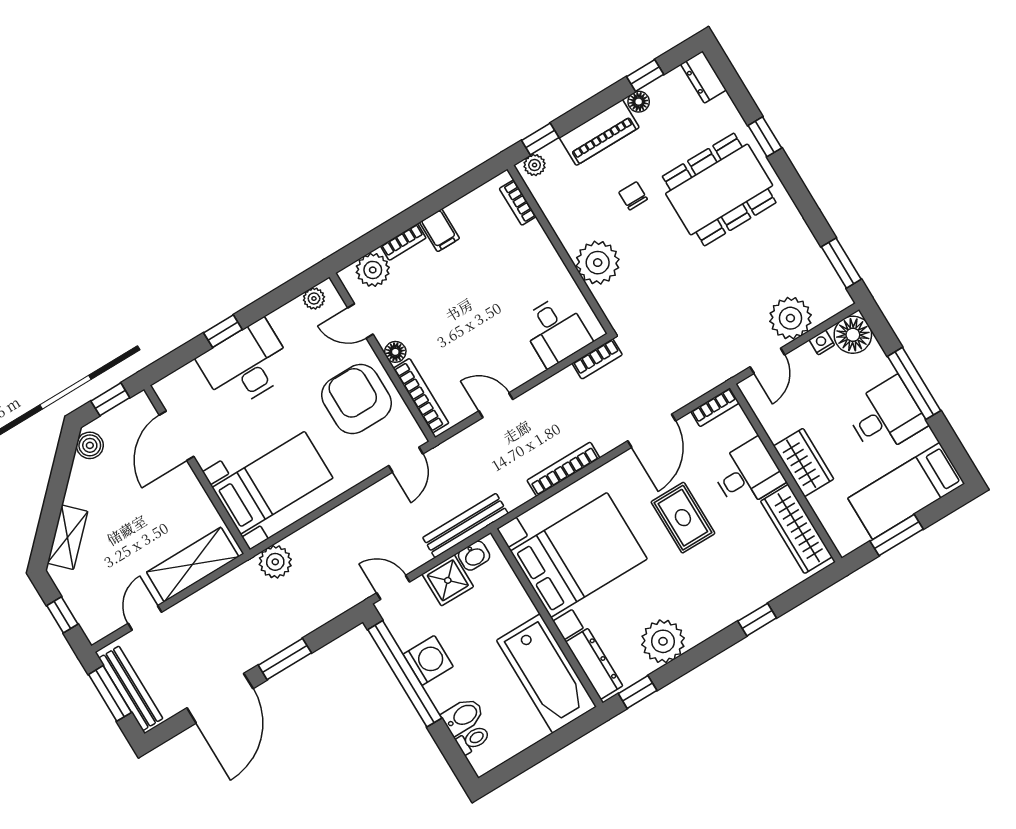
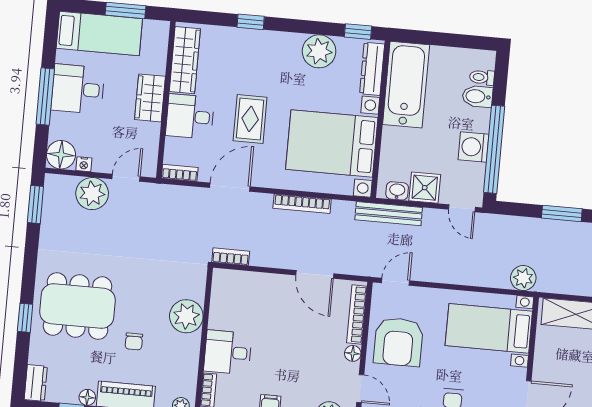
desk: (556, 331) -> (228, 352), moved, turned -90
door: (496, 405) -> (315, 274), width x1.38

